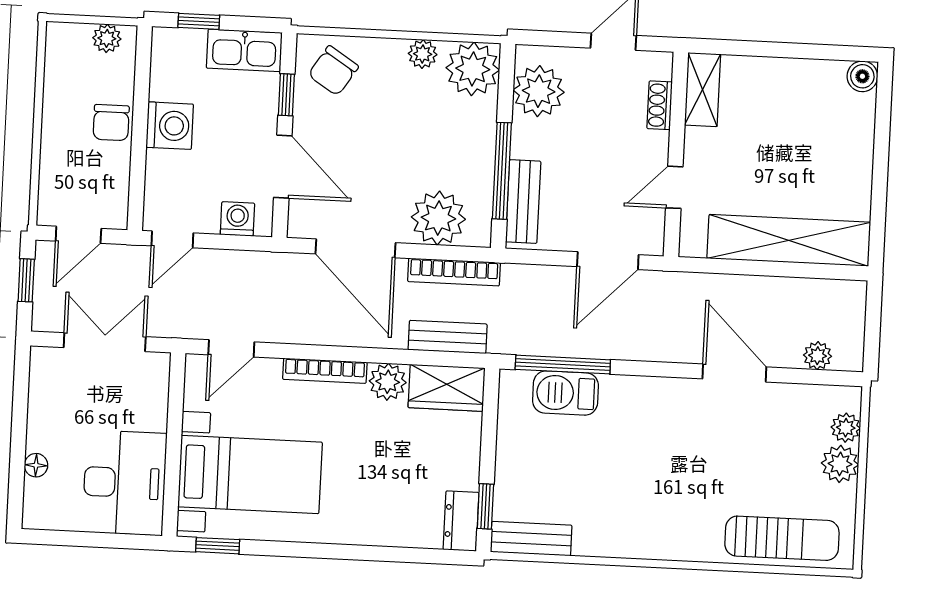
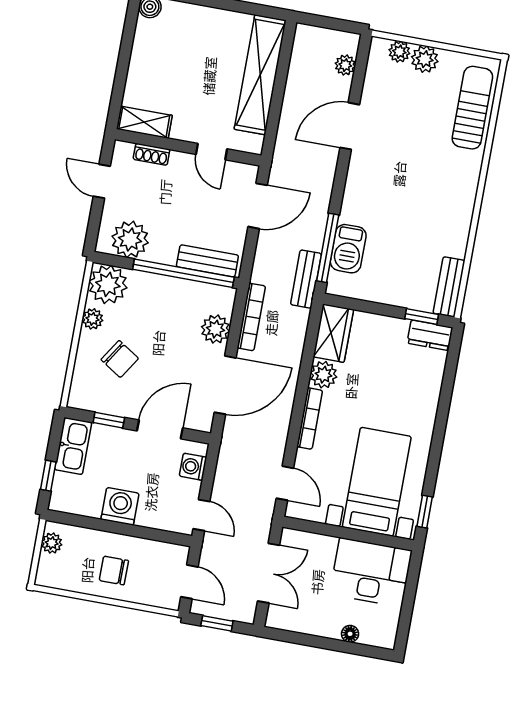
chair: (333, 71) -> (120, 359), moved
chair: (111, 123) -> (114, 570), moved, turned 180
window: (502, 171) -> (183, 273), width x1.46
plant: (438, 218) -> (215, 329), width x0.73, depth x0.73
door: (608, 261) -> (258, 206), hinge flipped
bench: (448, 337) -> (306, 279), moved
double door: (105, 342) -> (269, 573), swing flipped

